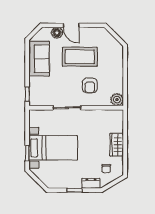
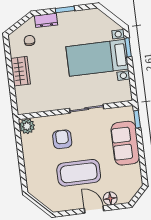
sofa: (39, 59) -> (125, 143), moved

